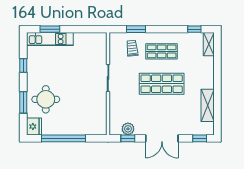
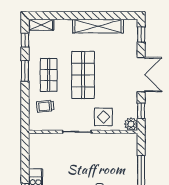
window: (136, 29) -> (25, 71), moved
display table: (122, 103) -> (103, 117), added
shelving: (208, 105) -> (98, 26), width x1.47
plant: (128, 129) -> (131, 124), moved

